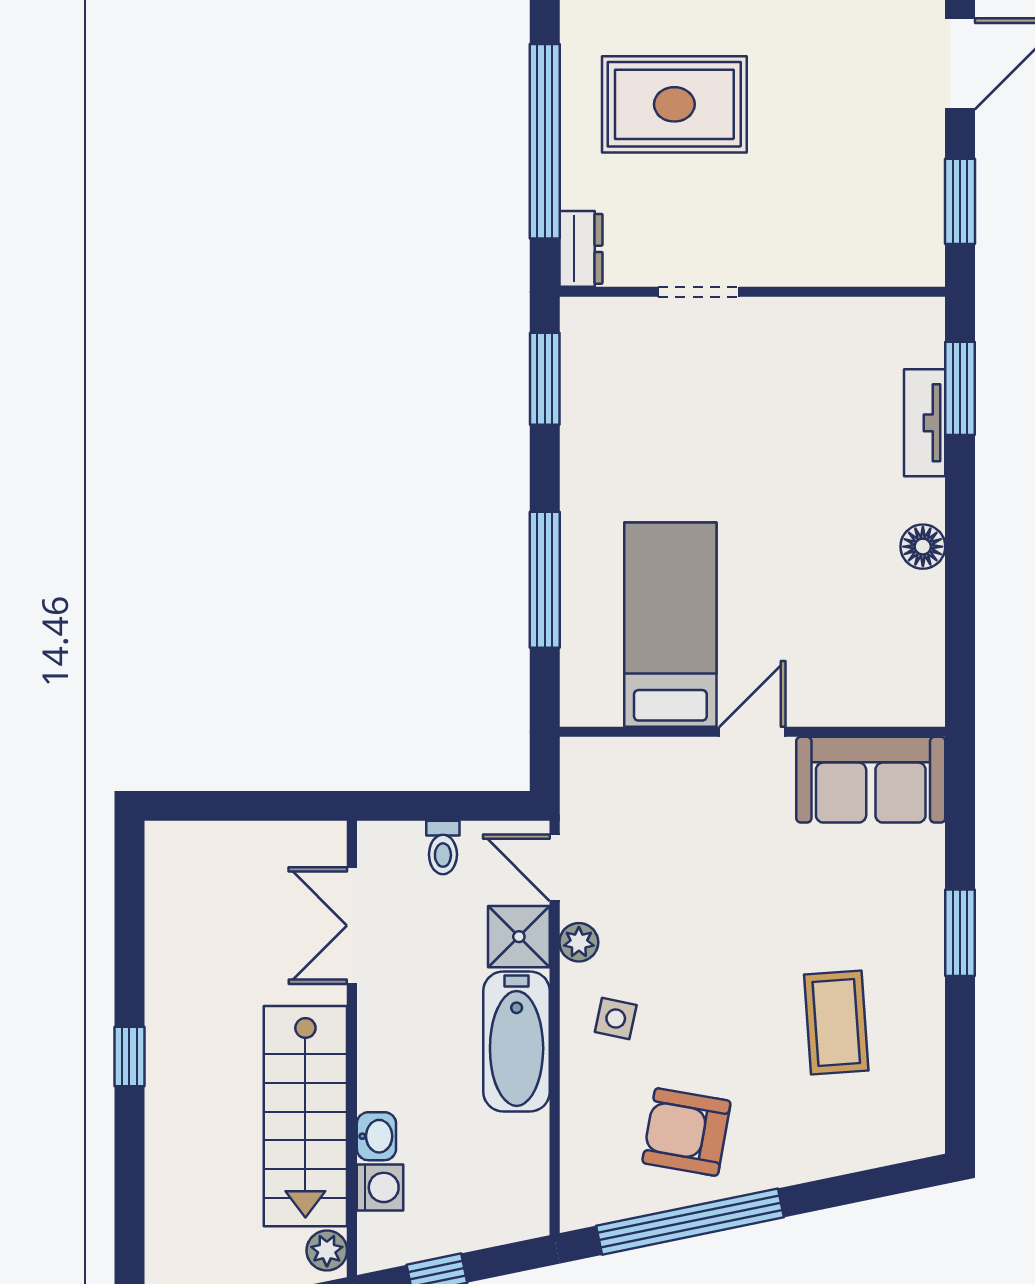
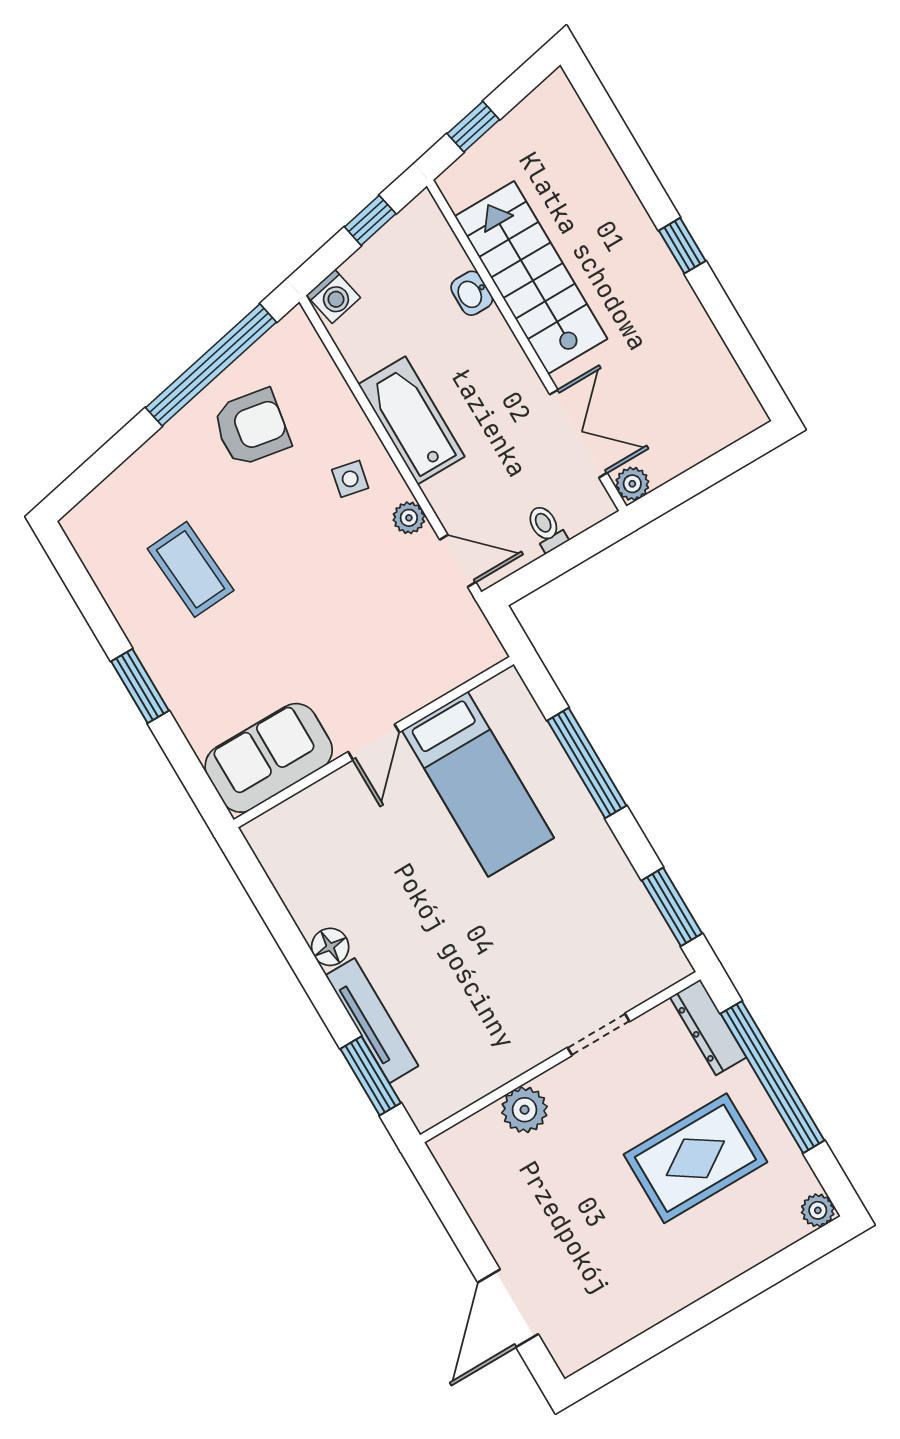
window: (960, 201) -> (450, 1210), removed
dresser: (581, 249) -> (708, 1027), width x1.44
plant: (821, 259) -> (525, 1110), added
tv unit: (925, 423) -> (372, 1021), width x1.41
shower: (519, 937) -> (454, 497), removed
washing machine: (380, 1187) -> (333, 296), moved, turned -102
plant: (327, 1251) -> (632, 484), moved

